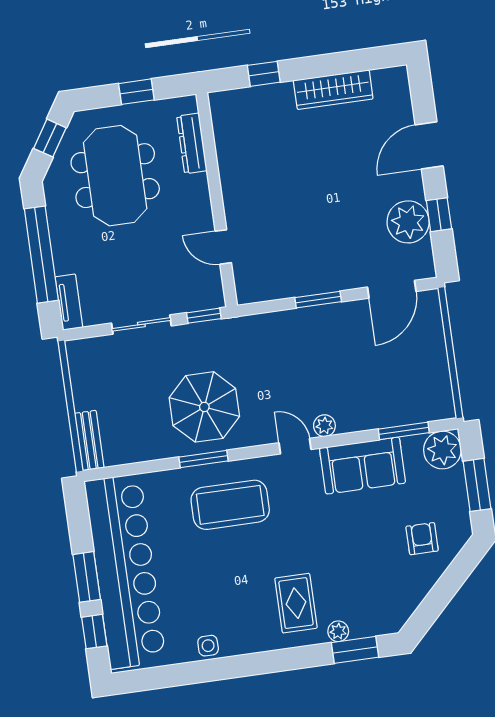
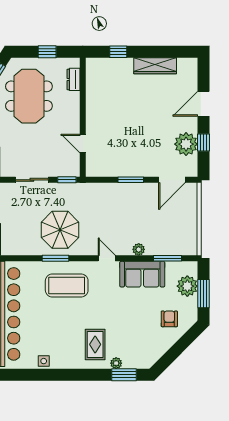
dresser: (192, 143) -> (74, 79), width x0.70
plant: (324, 426) -> (139, 249), moved
plant: (442, 450) -> (187, 286), moved

